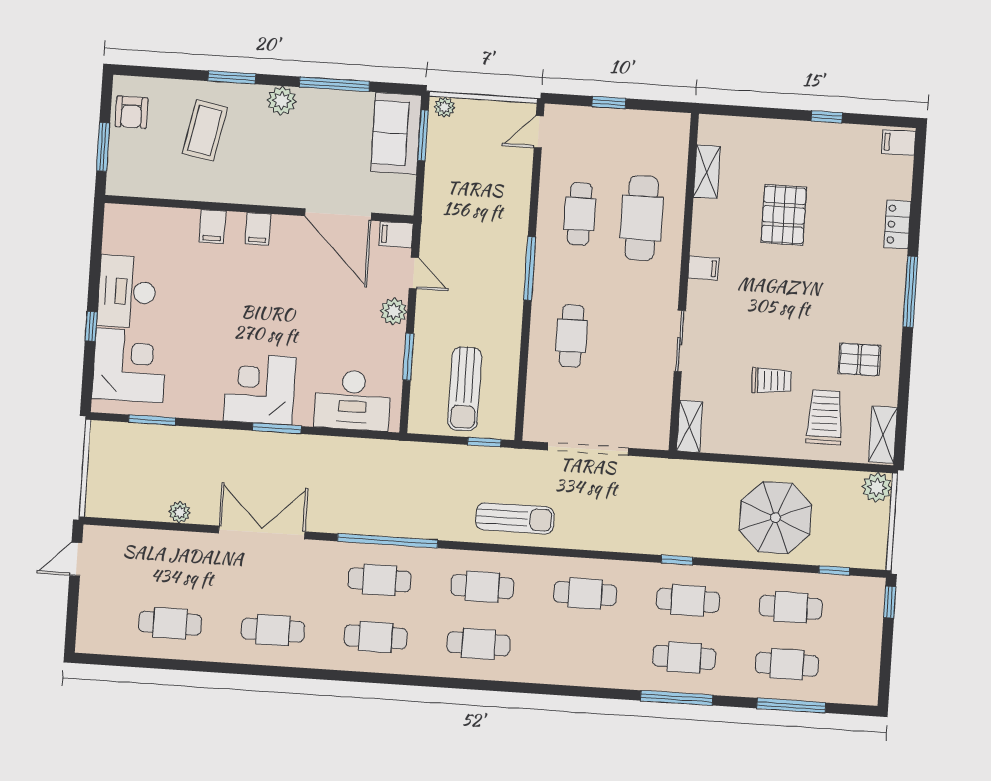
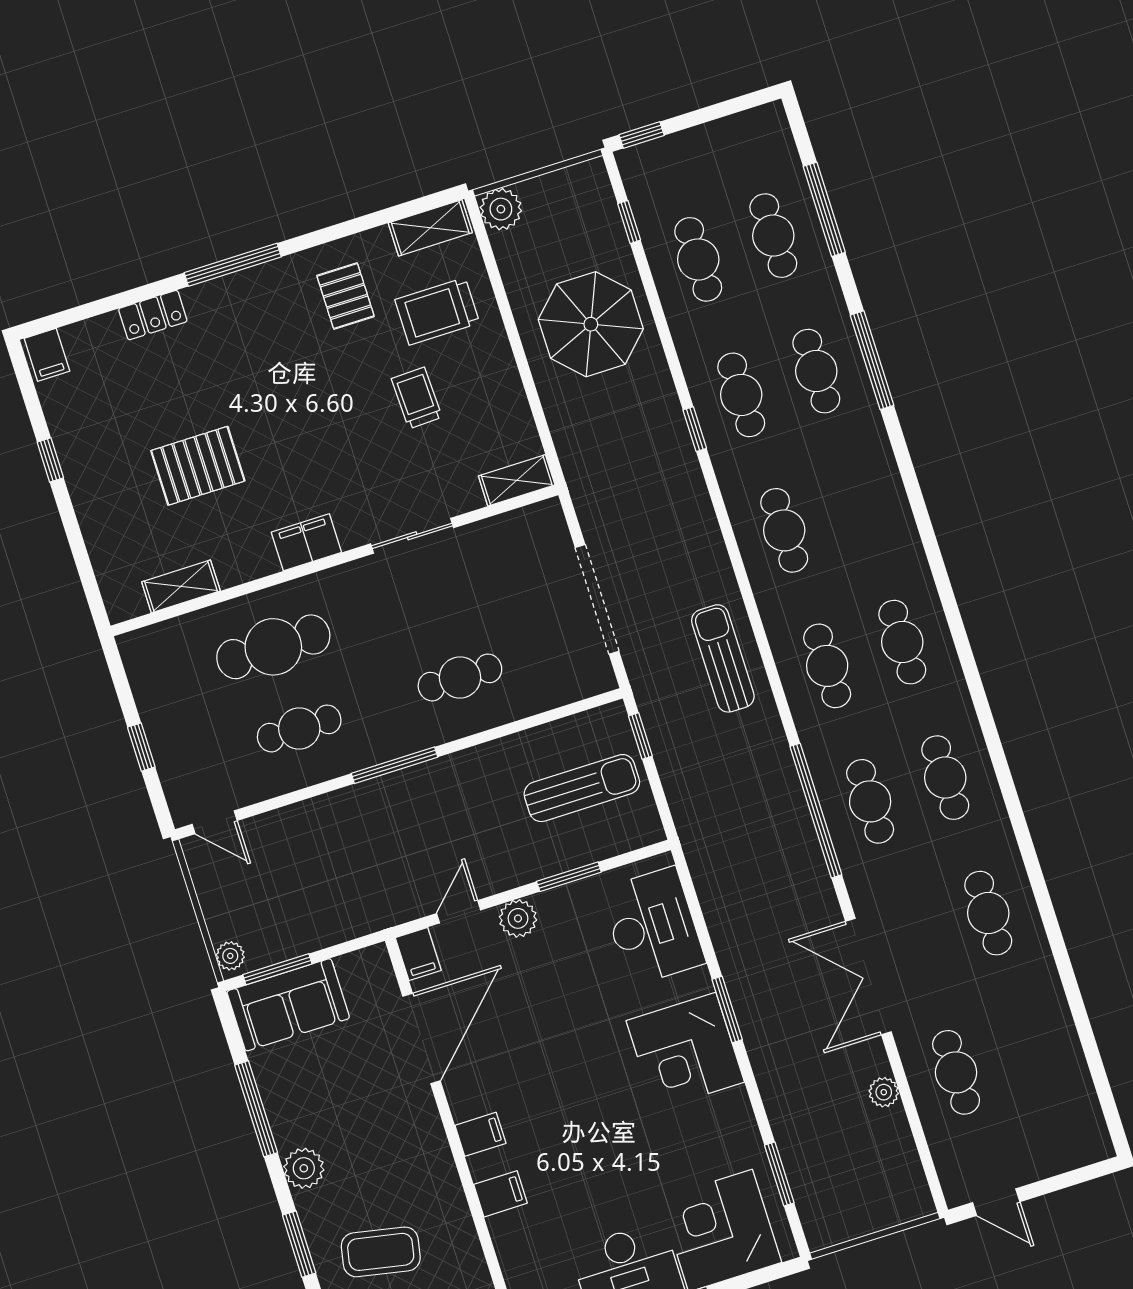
filing cabinet: (703, 268) -> (306, 542), width x2.00
cafe table: (170, 623) -> (956, 1072), moved

